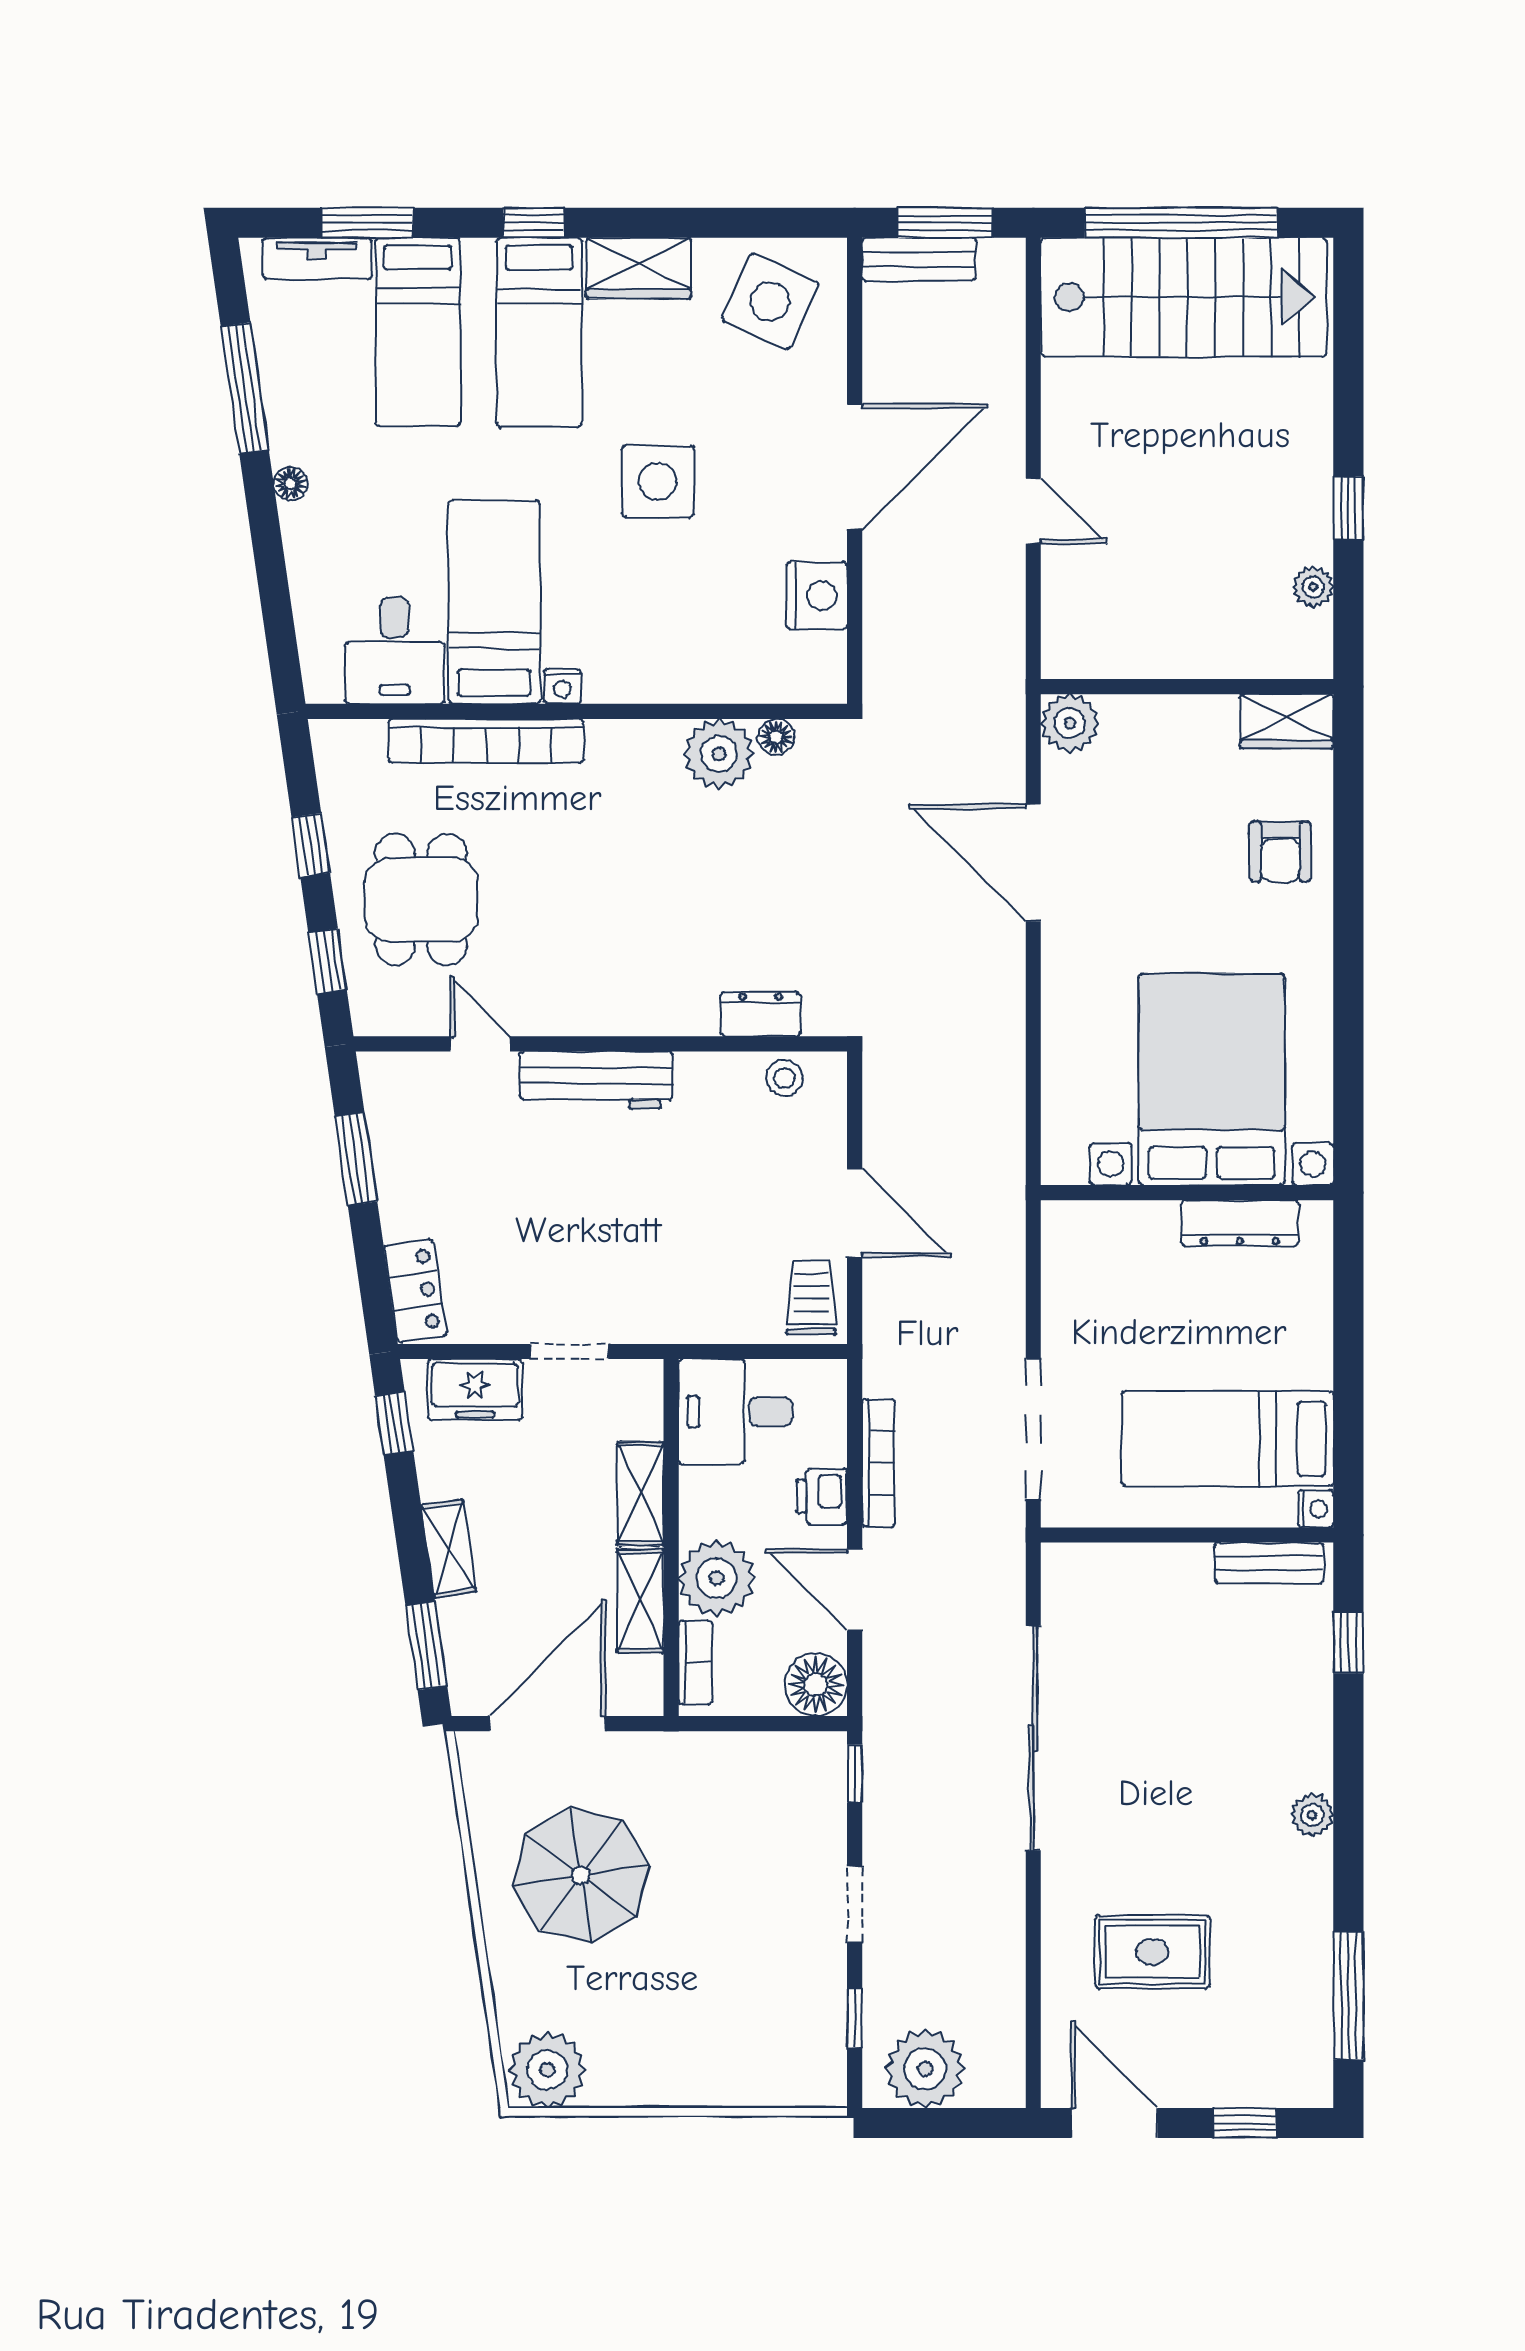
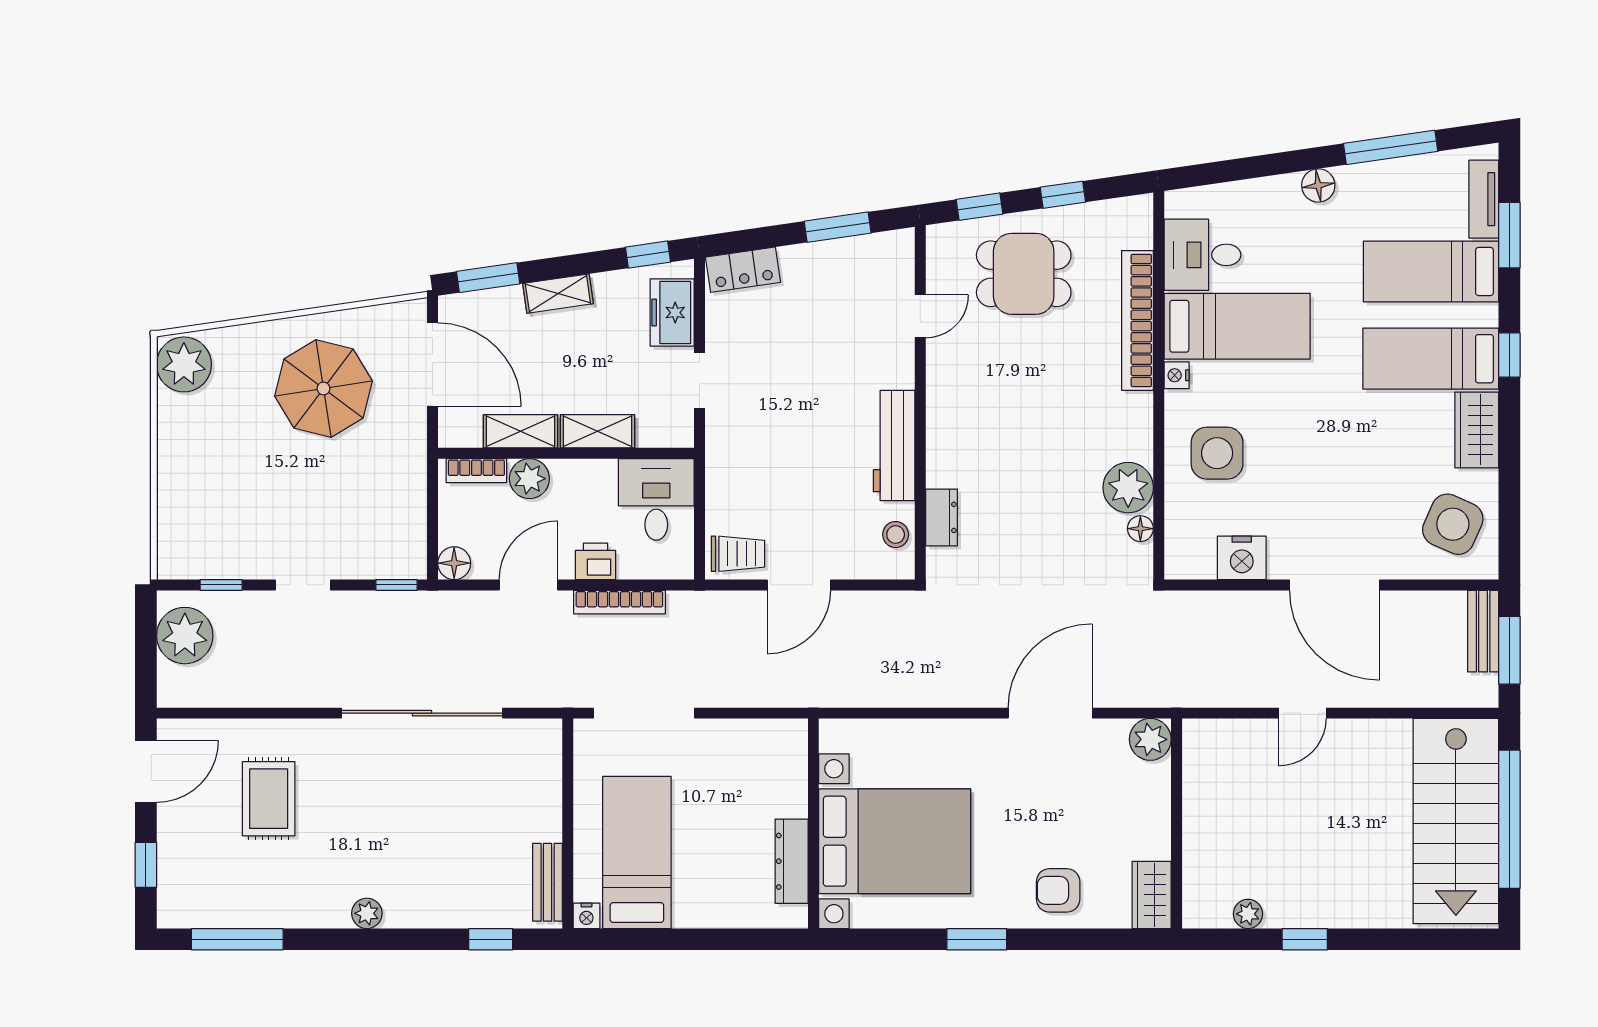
side table: (658, 481) -> (1217, 453), moved
floor lamp: (291, 484) -> (1318, 185), width x1.37, depth x1.37
window: (1348, 965) -> (977, 939), added
workbench: (596, 1080) -> (894, 445), moved
plant: (717, 1578) -> (529, 479), width x0.73, depth x0.73
floor lamp: (816, 1685) -> (454, 563), width x0.73, depth x0.73

